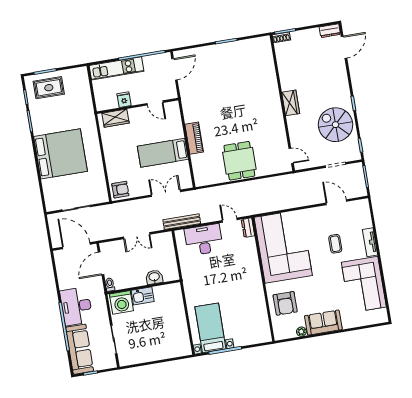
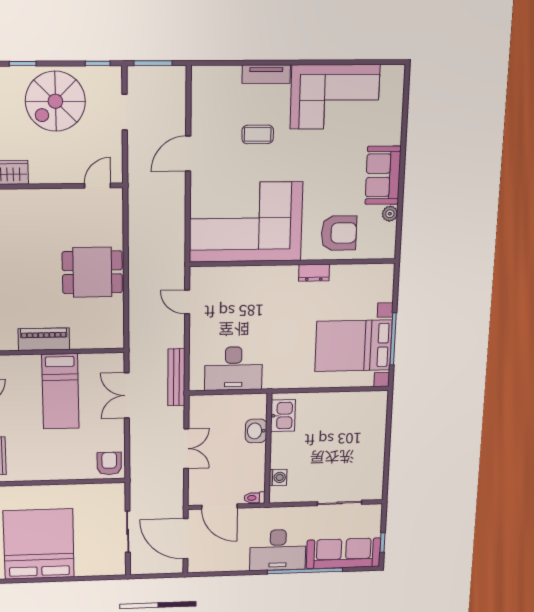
door: (336, 202) -> (188, 154), moved
door: (230, 220) -> (187, 302), hinge flipped
dresser: (248, 228) -> (314, 273), moved
desk: (204, 240) -> (233, 369), moved, turned -90
door: (76, 246) -> (186, 539), hinge flipped
kitchen sink: (143, 296) -> (283, 416), moved
washing machine: (121, 302) -> (278, 477), width x0.53, depth x0.53
bed with nightstands: (210, 328) -> (353, 346), width x1.36

